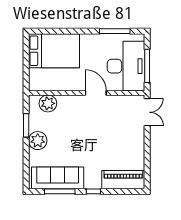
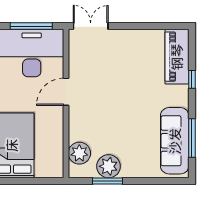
plant: (38, 141) -> (109, 166), moved
window: (93, 191) -> (192, 79), moved

